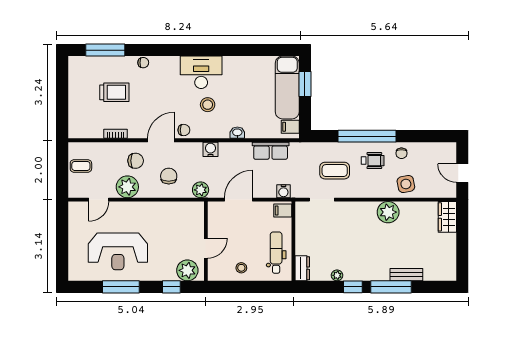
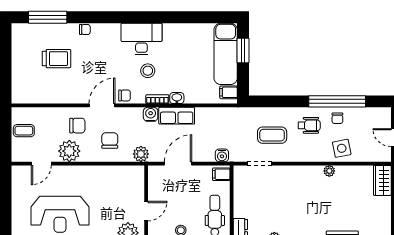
bookcase: (116, 134) -> (157, 99), moved
window: (367, 136) -> (337, 101), moved
row of seats: (271, 151) -> (177, 116), moved
plant: (388, 212) -> (329, 171), width x0.53, depth x0.53

